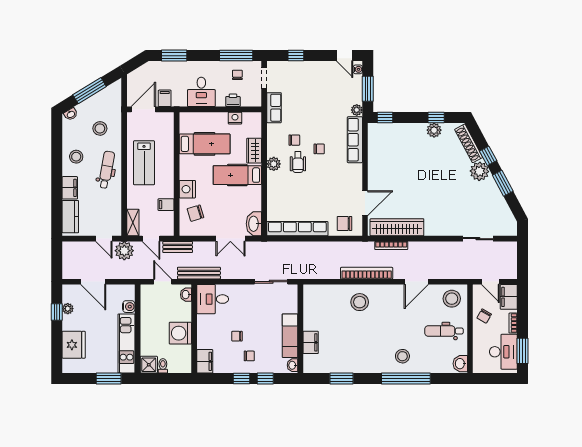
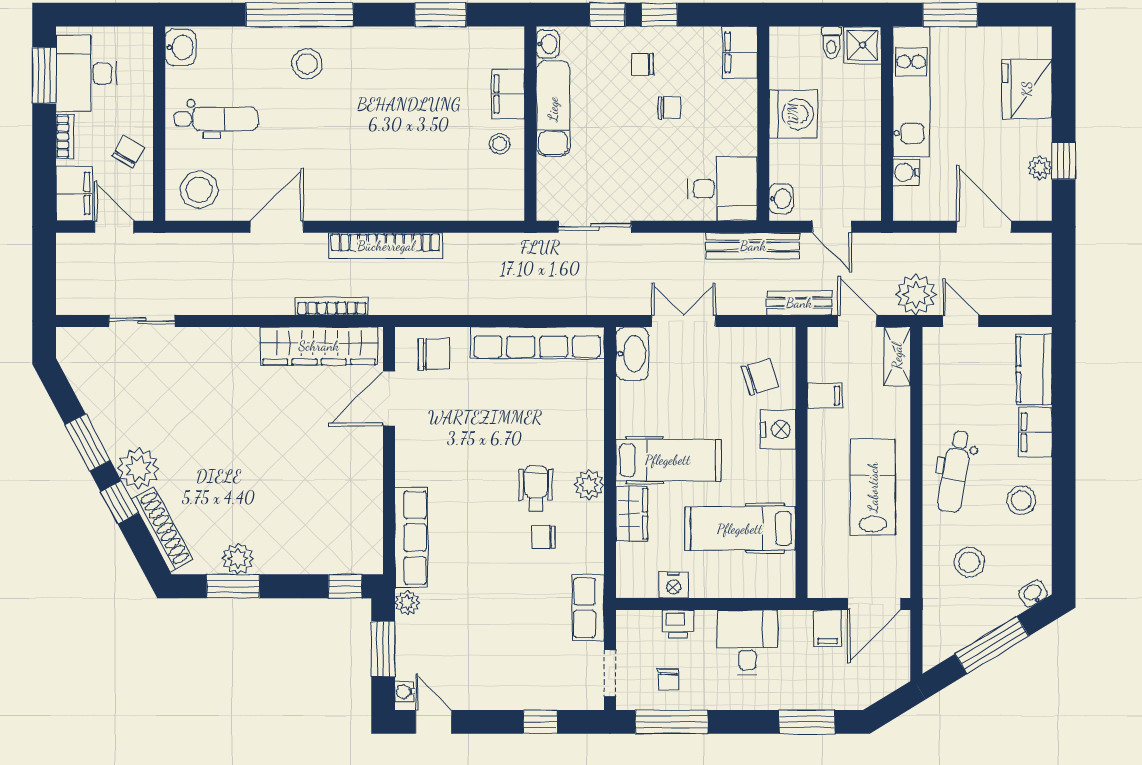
window: (436, 117) -> (233, 586), width x1.50
chair: (319, 149) -> (489, 518), removed
stool: (360, 302) -> (500, 144), moved, width x0.53, depth x0.53

